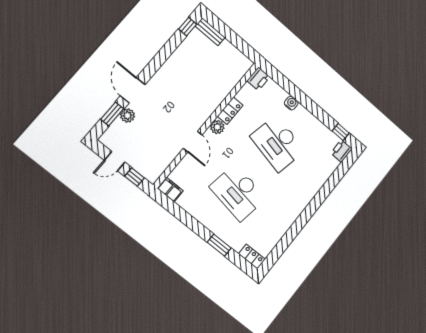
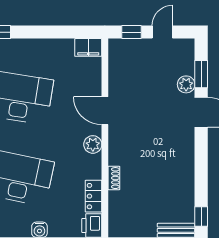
shoe rack: (221, 96) -> (114, 178), added
locker: (230, 111) -> (94, 196), moved

